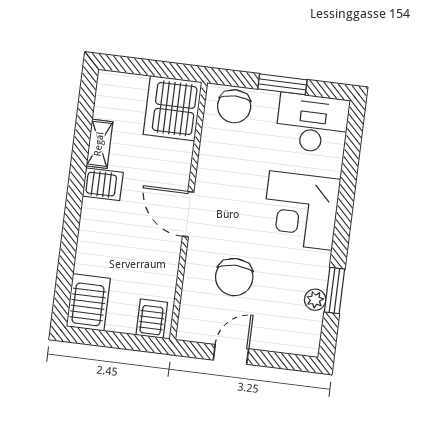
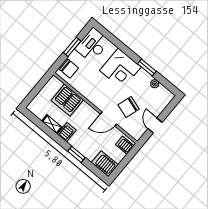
server rack: (173, 108) -> (67, 100), moved
door: (188, 214) -> (108, 119), moved
window: (70, 233) -> (76, 154), added
chair: (234, 277) -> (129, 107), turned 108
window: (334, 291) -> (147, 67), moved

